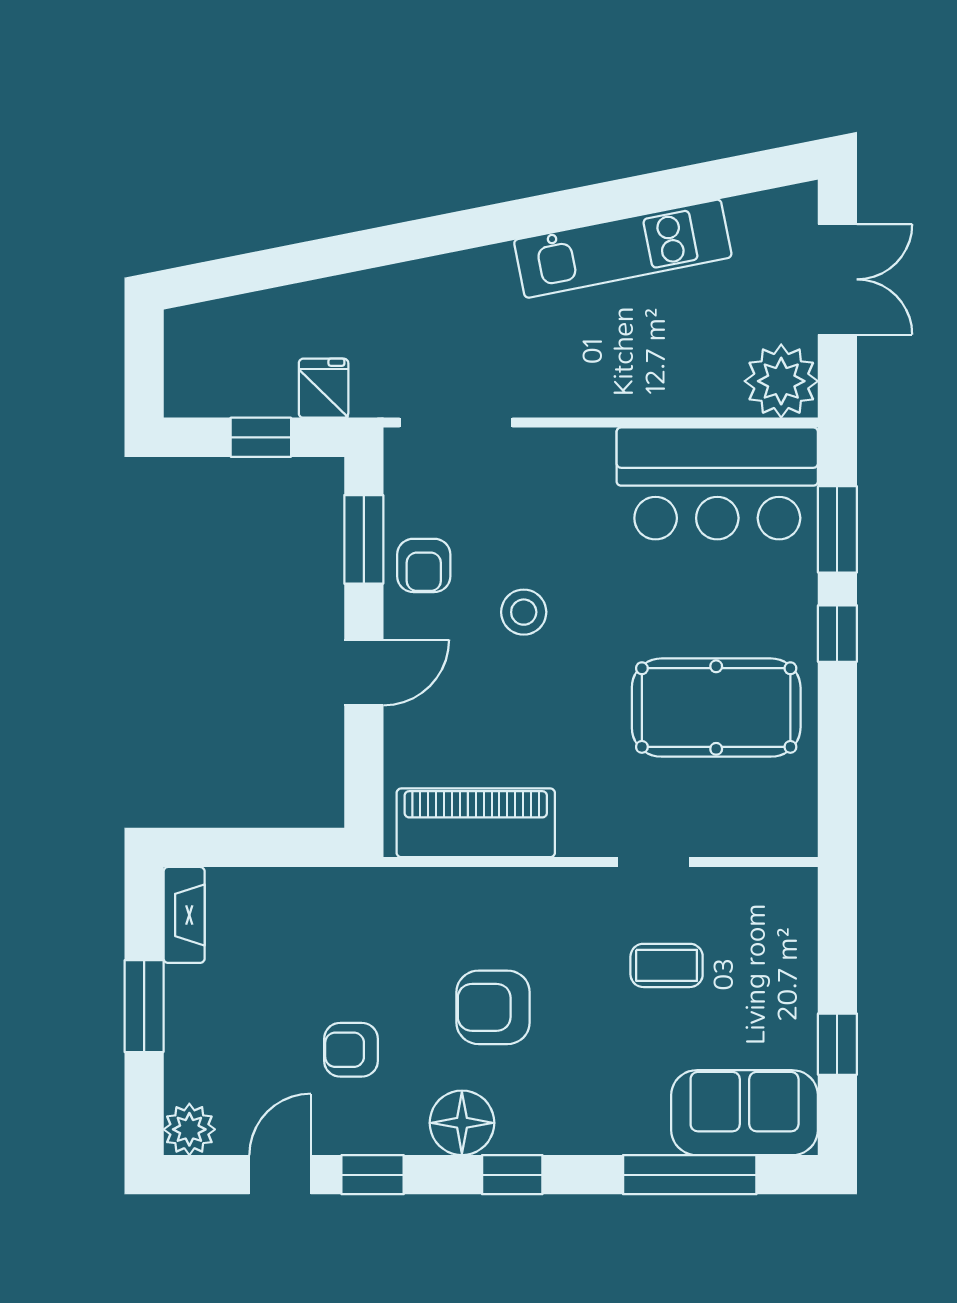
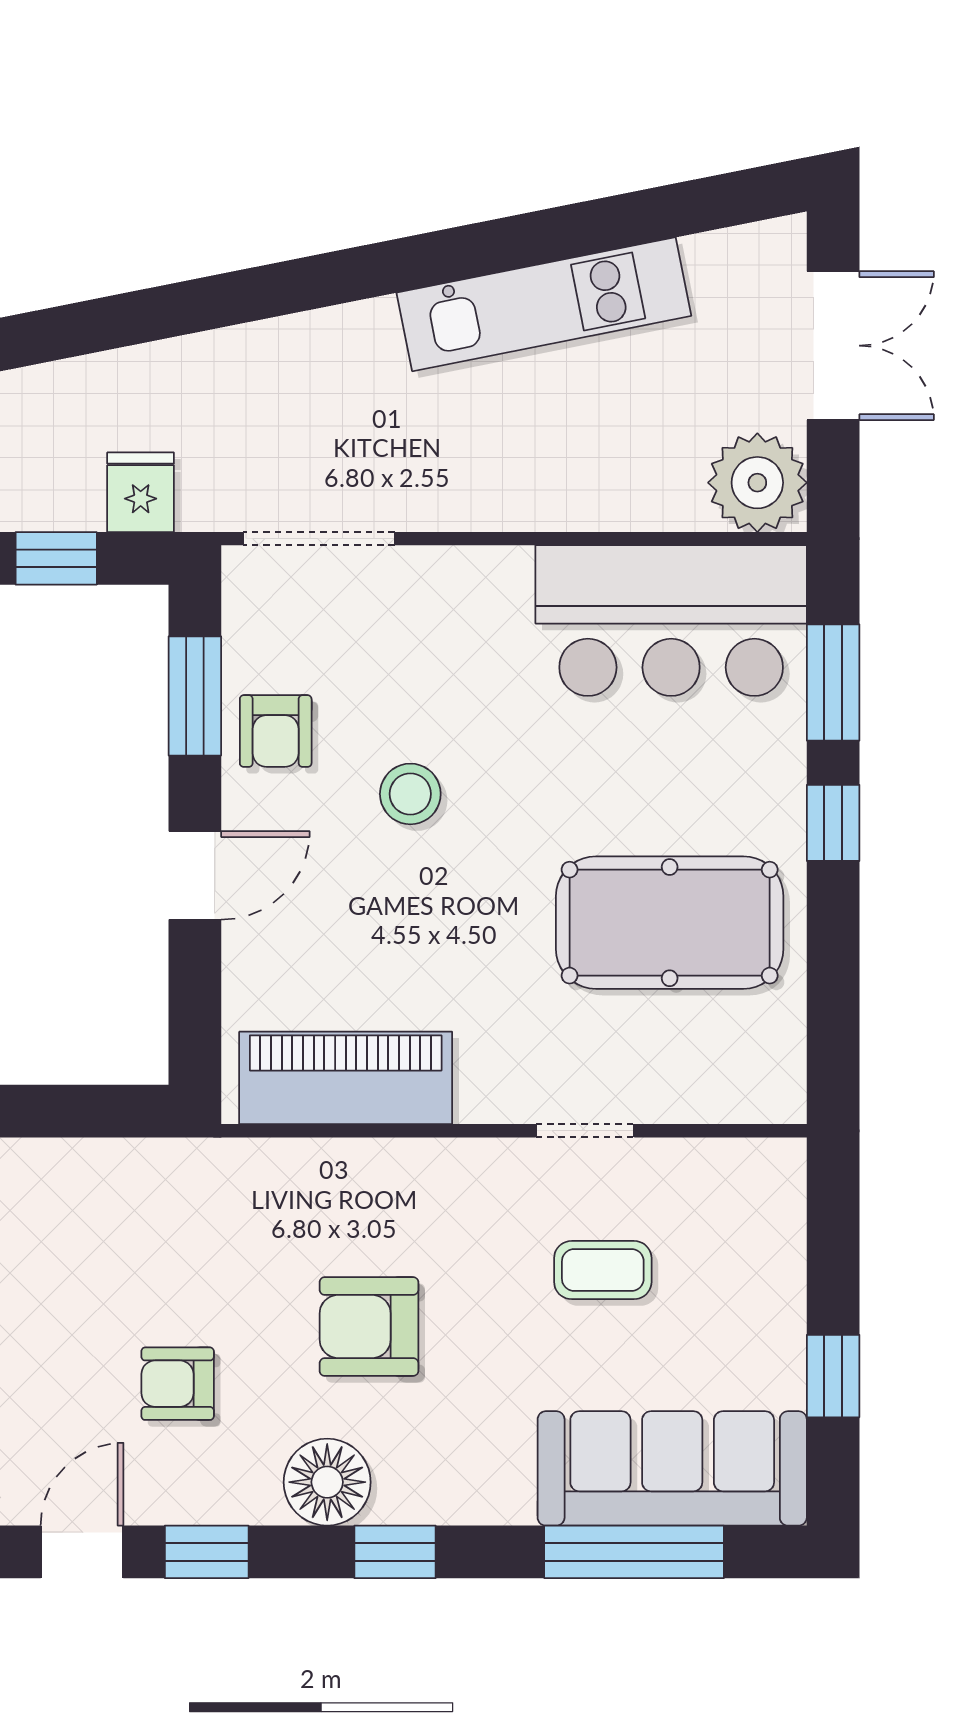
sofa: (745, 1113) -> (672, 1468), width x1.36

